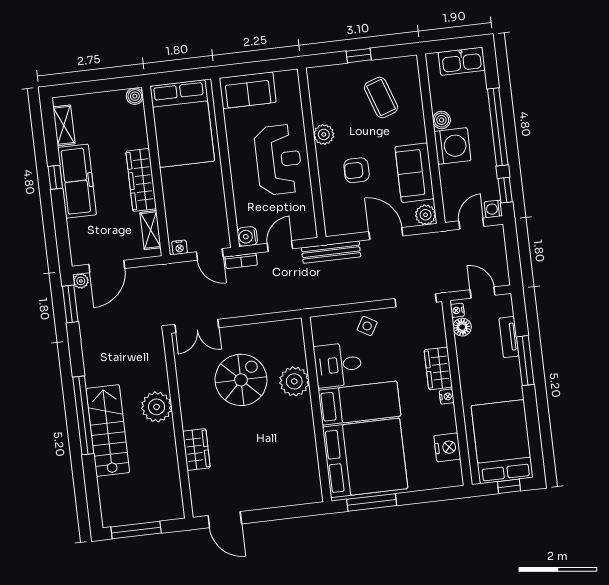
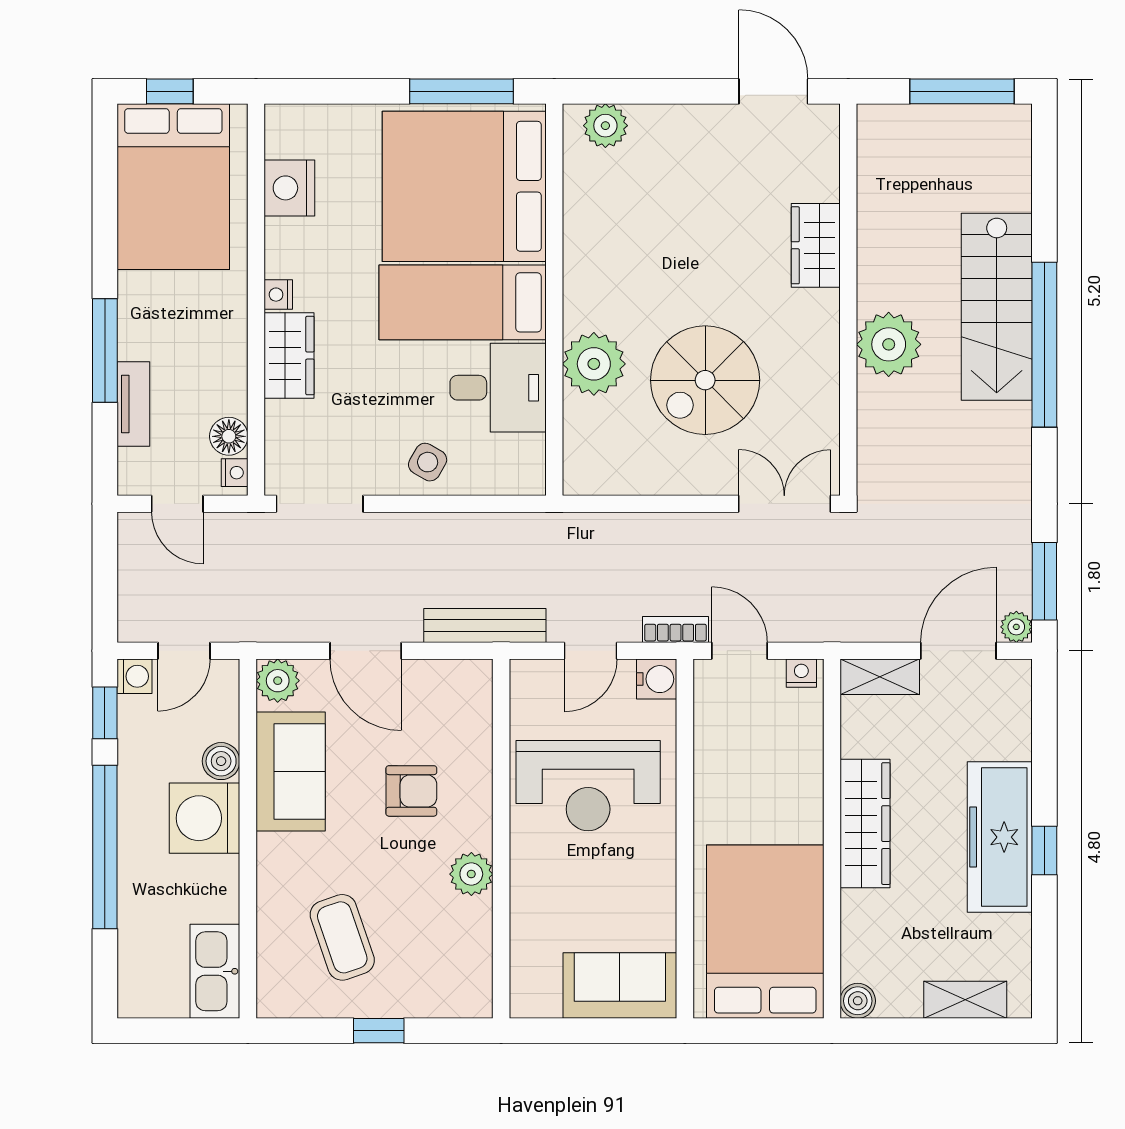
kitchen sink: (462, 61) -> (215, 971), moved, turned -90
boiler: (441, 120) -> (221, 761), moved
shelving: (64, 125) -> (965, 1000), moved, turned 90
reception desk: (278, 160) -> (588, 786), moved, turned -90
shelving: (150, 230) -> (880, 677), moved, turned 90
plant: (302, 494) -> (605, 126), added

